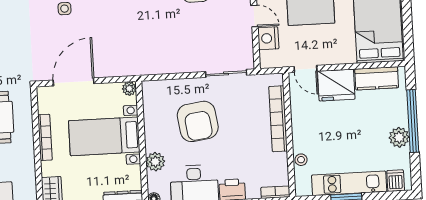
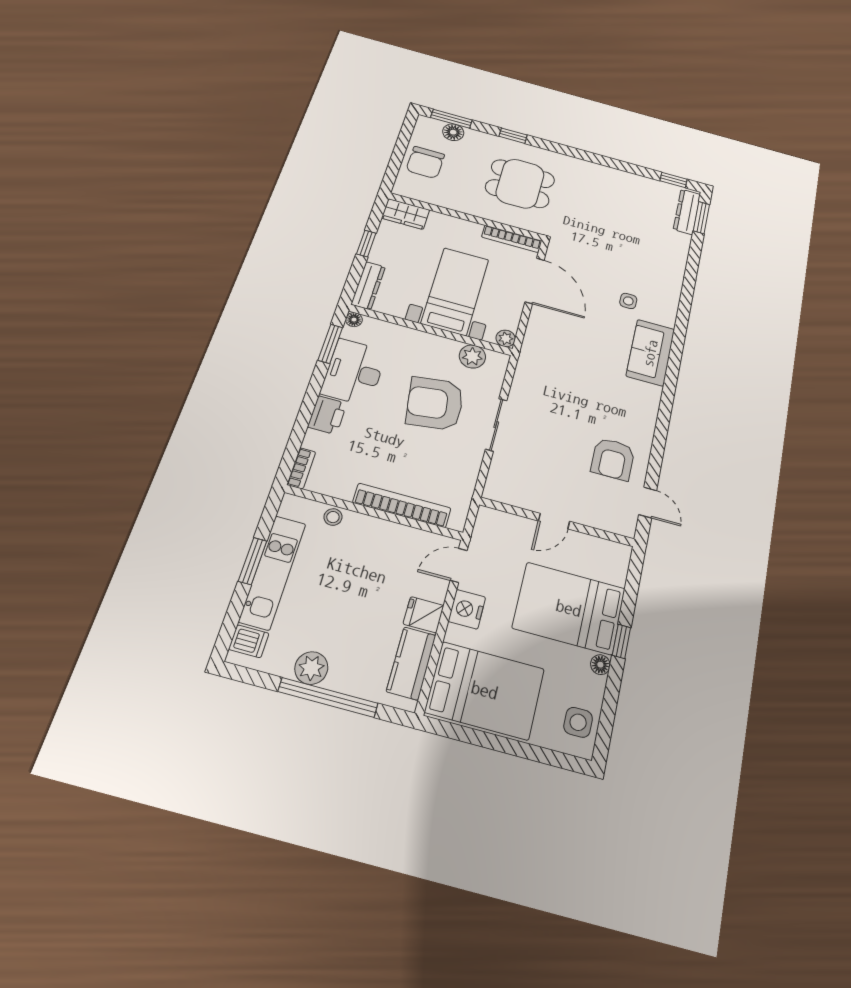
nightstand: (268, 38) -> (467, 609), moved, turned -90
sliding door: (226, 73) -> (496, 425), moved
fridge: (336, 85) -> (424, 615), width x0.53, depth x0.75
bookcase: (45, 137) -> (512, 239), moved
plant: (155, 162) -> (472, 356), moved

